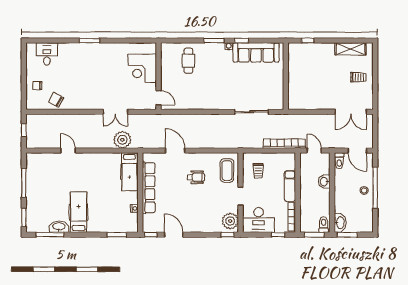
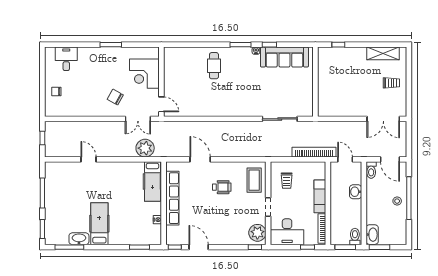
corner desk: (142, 68) -> (144, 74), moved
wall: (159, 76) -> (161, 82), moved
door: (159, 98) -> (161, 104), moved
chair: (56, 100) -> (115, 97), moved

